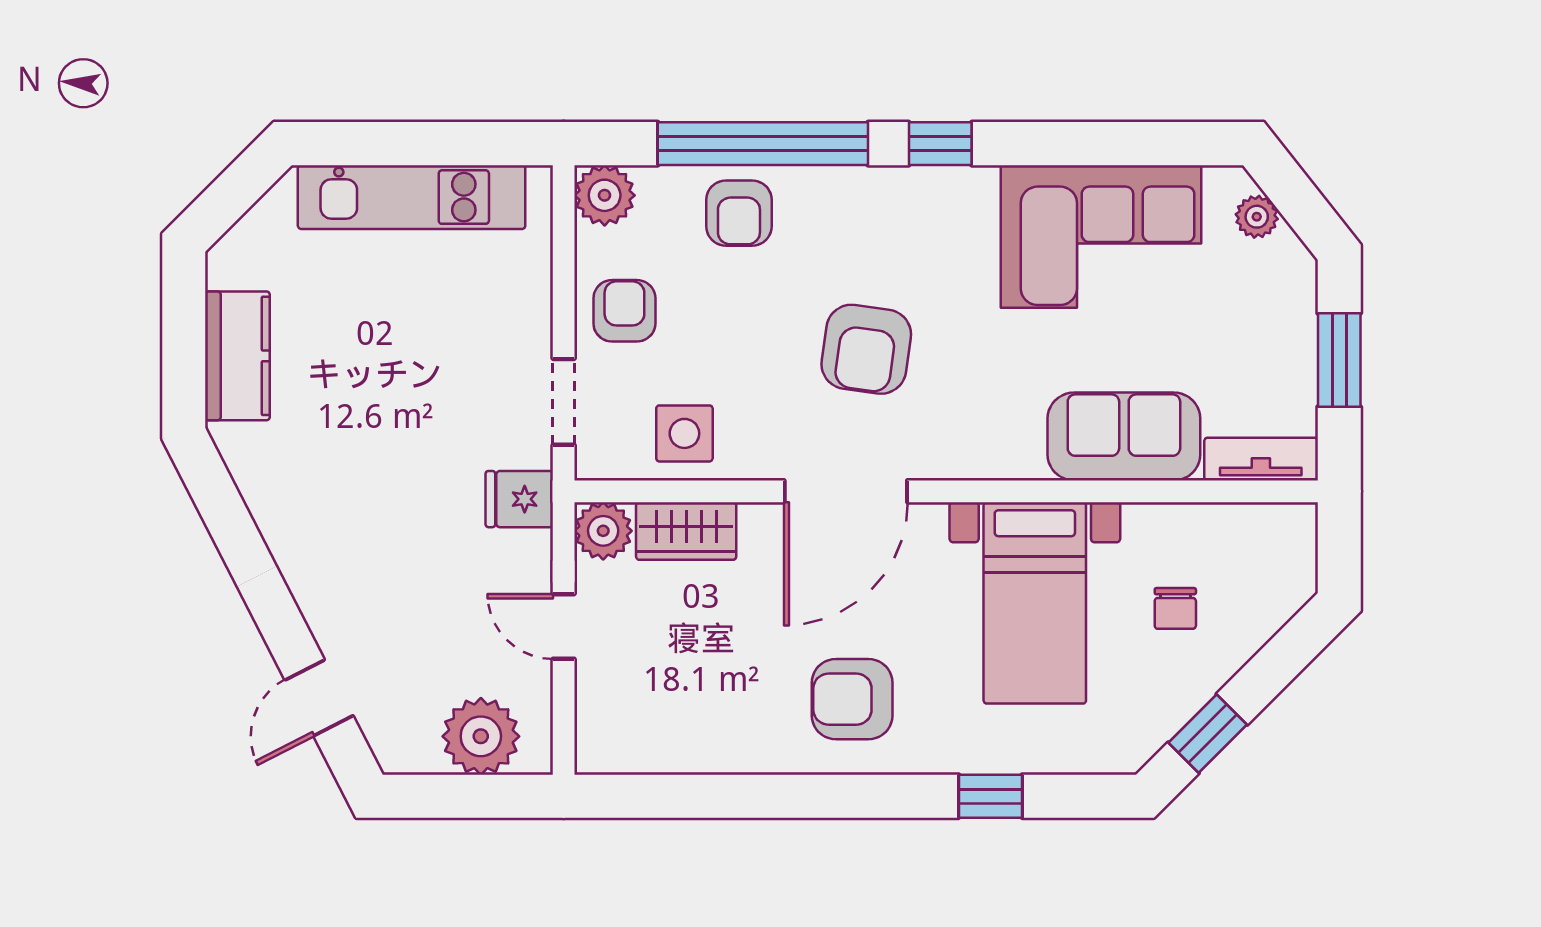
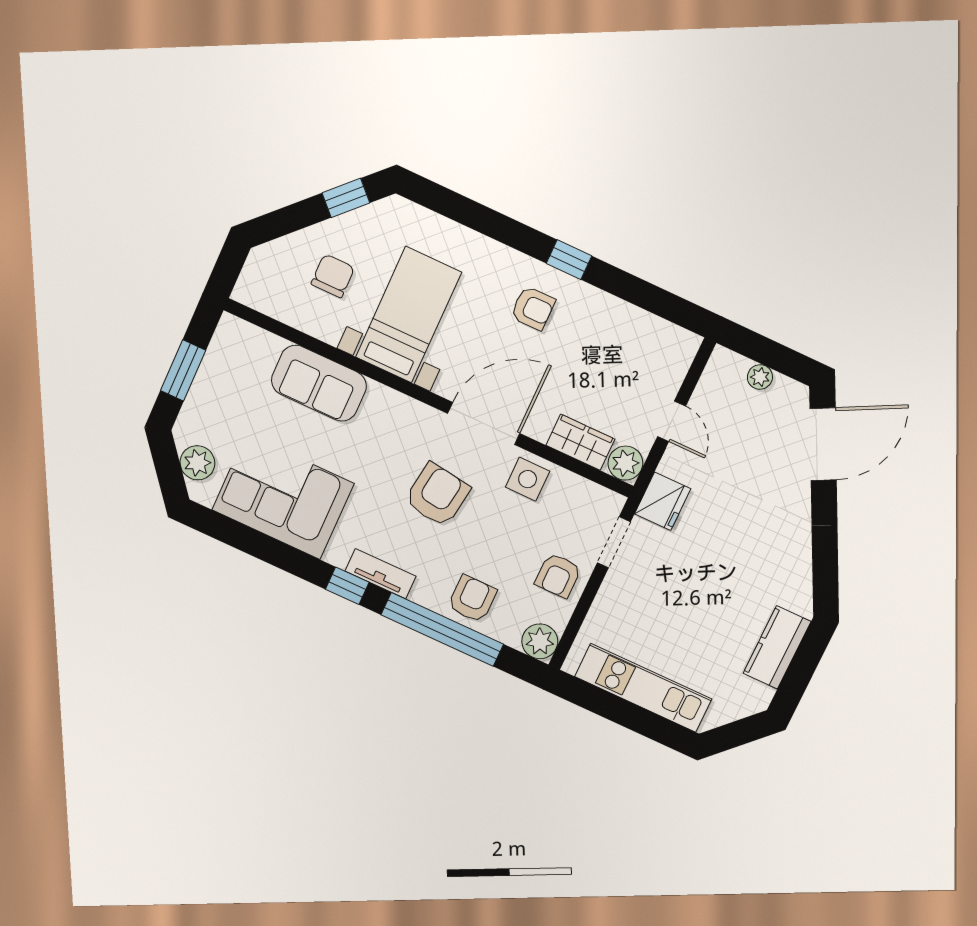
plant: (1257, 217) -> (197, 463), width x1.38, depth x1.38
side table: (684, 433) -> (528, 479), moved
tv unit: (1261, 459) -> (381, 574), moved, turned 180
fridge: (519, 499) -> (663, 501), width x1.38
chair: (1175, 608) -> (333, 276), width x1.37, depth x1.37
door: (319, 698) -> (823, 444), width x1.88
armchair: (852, 699) -> (533, 308), width x0.72, depth x0.72
plant: (481, 736) -> (760, 377), width x0.53, depth x0.53
window: (990, 796) -> (569, 260), moved

